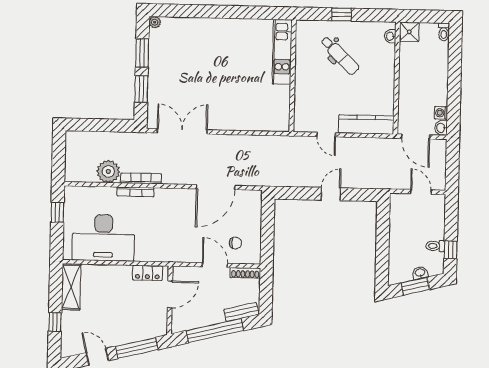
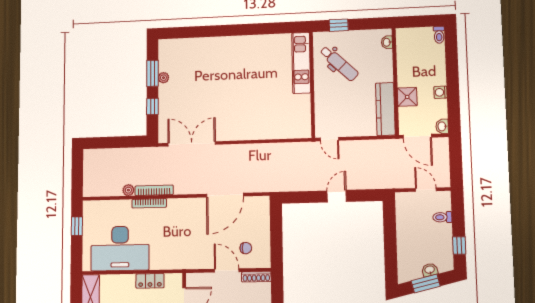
plant: (155, 22) -> (163, 78), moved
shower: (409, 32) -> (407, 97), moved
kitchen unit: (282, 52) -> (301, 63), moved
wall: (293, 76) -> (312, 85), moved
window: (141, 89) -> (152, 106), width x0.67
washing machine: (441, 113) -> (440, 92), moved
kitchen counter: (366, 124) -> (385, 109), moved, turned -90
plant: (108, 171) -> (128, 190), width x0.53, depth x0.53
toilet: (435, 246) -> (442, 217), moved
locker: (147, 273) -> (150, 281), moved

